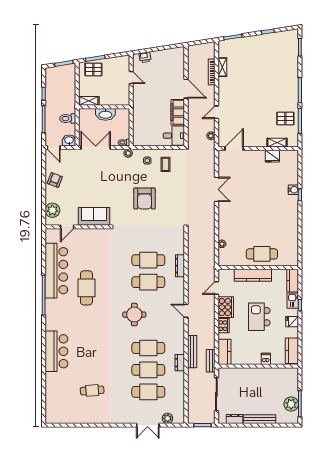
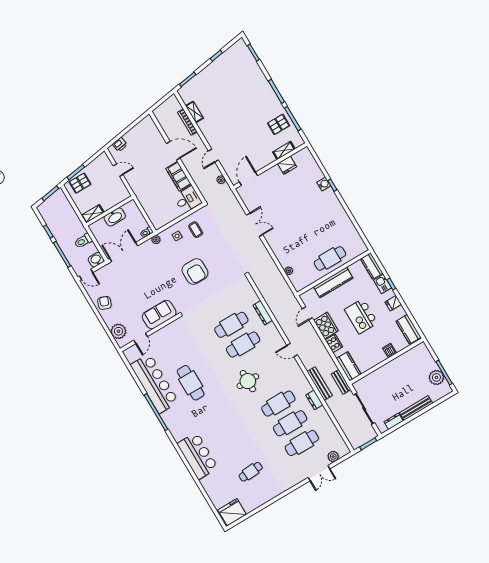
fridge: (57, 415) -> (232, 512), added

